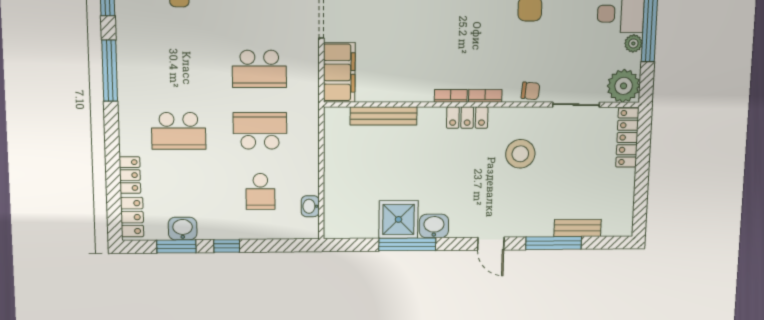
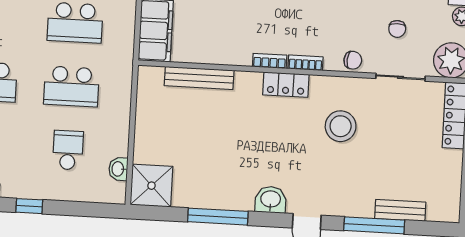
chair: (572, 59) -> (397, 29), added
school desk: (260, 131) -> (71, 86), turned 180
school desk: (260, 192) -> (68, 150), turned 180
shower: (398, 219) -> (151, 186), moved
washbasin: (434, 226) -> (271, 200), moved

